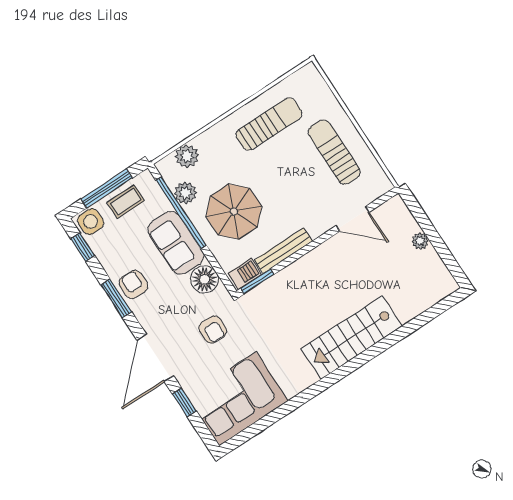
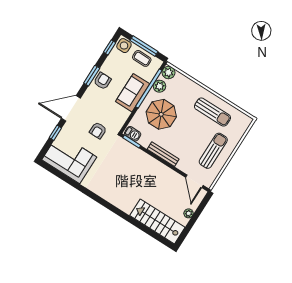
plant: (187, 156) -> (168, 72), moved
door: (353, 219) -> (194, 181), moved
bench: (283, 251) -> (163, 154), moved
floor lamp: (205, 279) -> (121, 115), removed
stairs: (352, 337) -> (157, 221), moved

